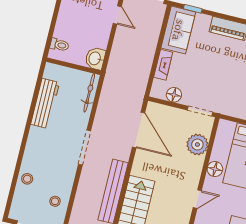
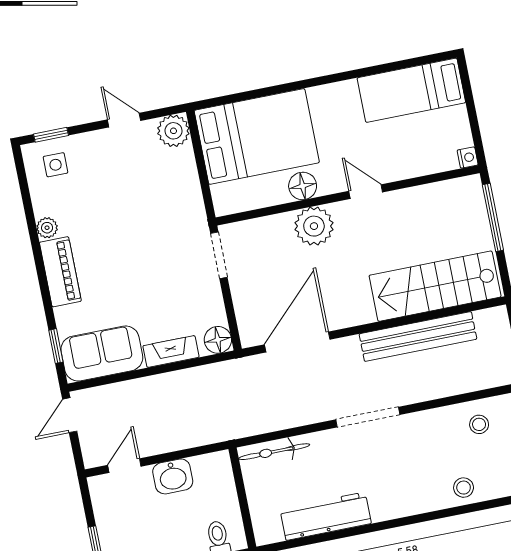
washbasin: (95, 59) -> (173, 476), moved
floor lamp: (174, 95) -> (218, 340), moved
plant: (197, 145) -> (314, 226), moved

